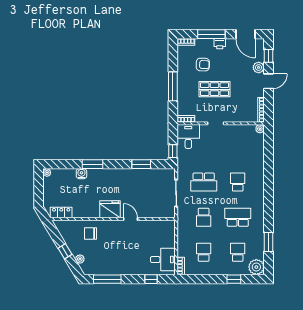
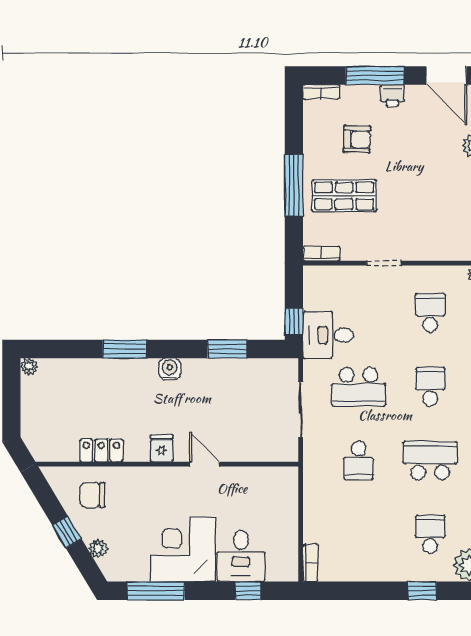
shop shelf: (214, 89) -> (344, 196), moved
desk: (188, 136) -> (328, 335), moved, turned -90
water cooler: (81, 174) -> (170, 369), moved
fridge: (110, 209) -> (162, 448), width x0.53, depth x0.75
locker: (61, 212) -> (101, 451), moved
chair: (91, 234) -> (93, 495), moved
school desk: (204, 252) -> (430, 313), moved
corner desk: (120, 259) -> (183, 549), added
desk: (163, 260) -> (241, 556), moved, turned 90

